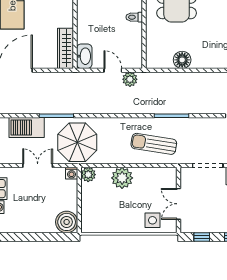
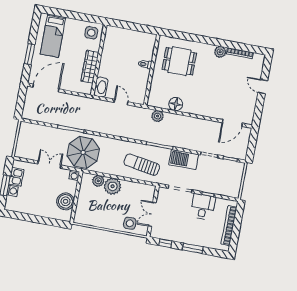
wardrobe: (66, 48) -> (90, 67), moved
plant: (130, 79) -> (158, 116), moved
barbecue: (27, 128) -> (184, 159), moved
plant: (88, 175) -> (98, 181), moved
boiler: (67, 222) -> (65, 201), moved

